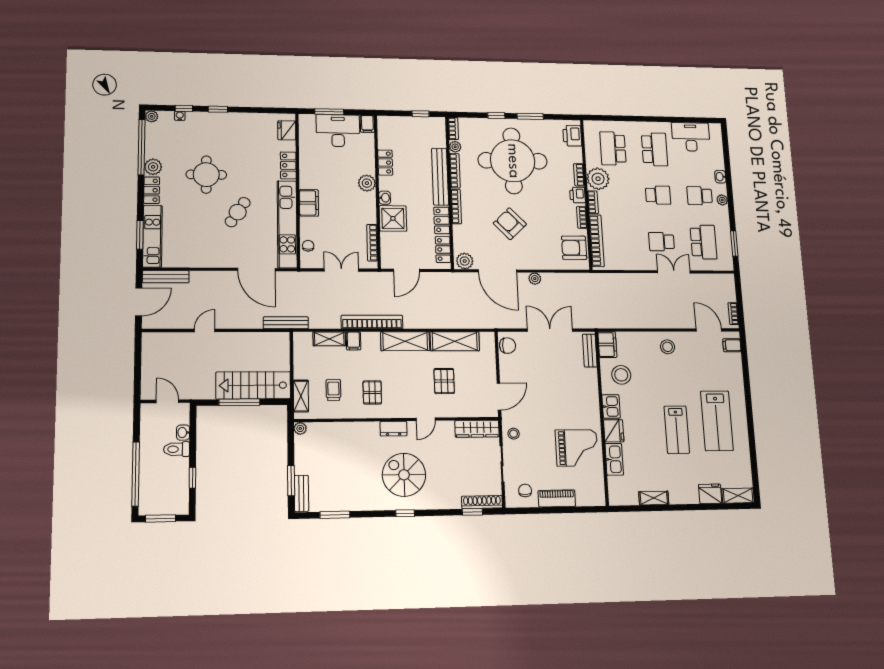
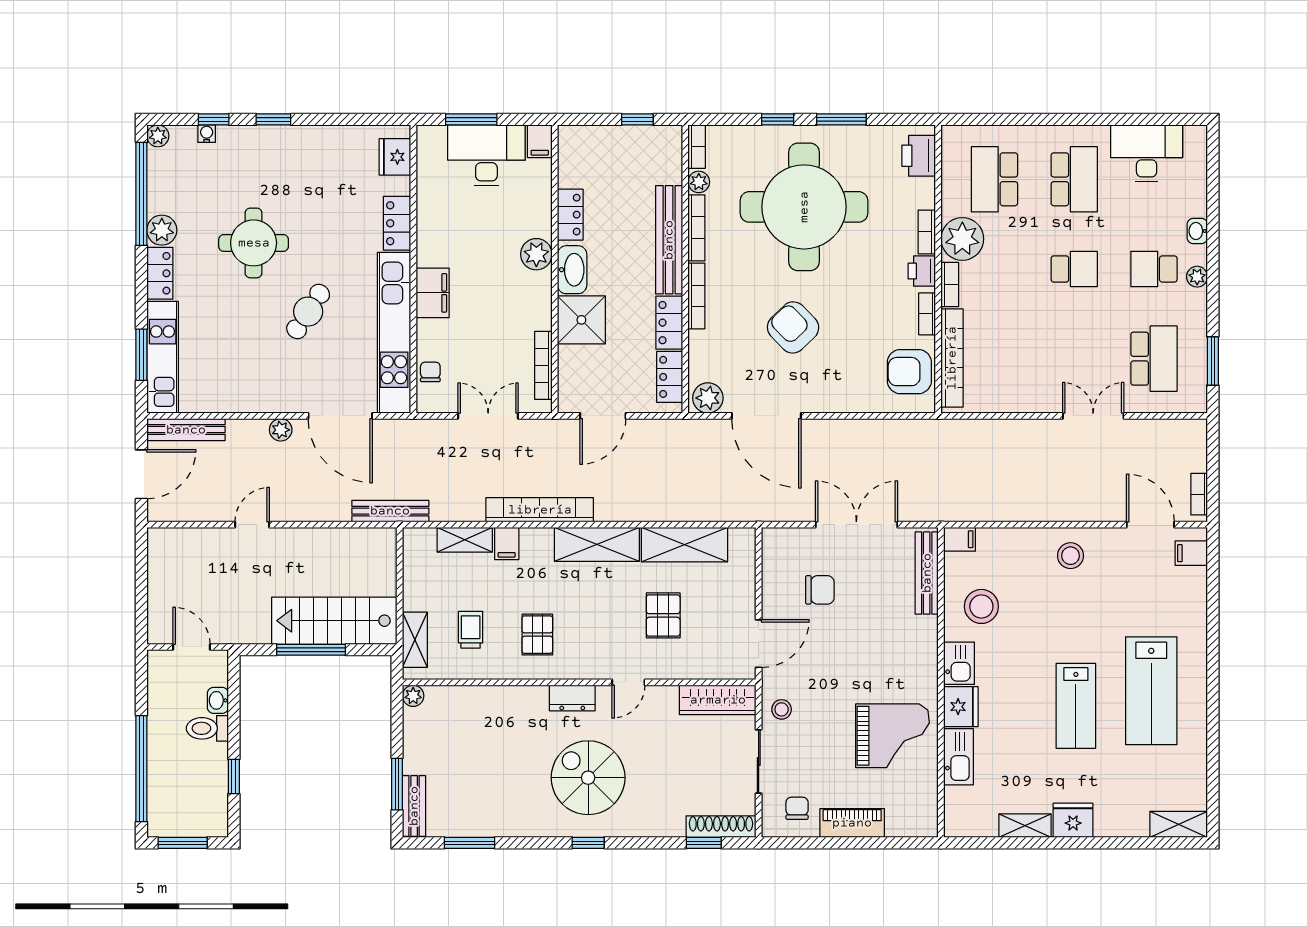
washbasin: (385, 198) -> (572, 270), width x1.91, depth x1.45
school desk: (662, 242) -> (1074, 359), removed
plant: (535, 279) -> (281, 430), moved
filing cabinet: (607, 345) -> (960, 539), width x0.50
chair: (508, 346) -> (820, 590), moved
bench: (590, 351) -> (927, 573), width x1.36
fridge: (710, 494) -> (1073, 820), moved

